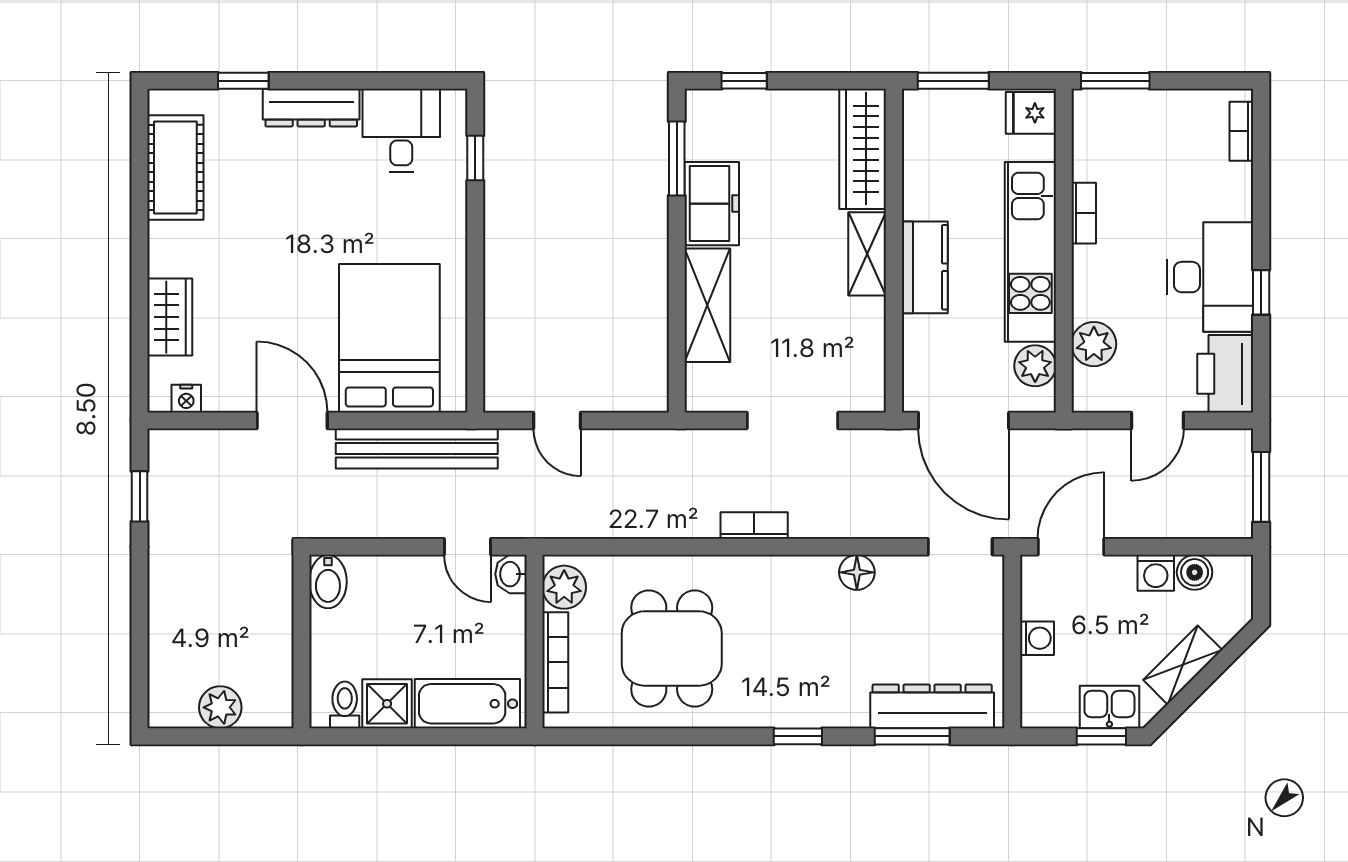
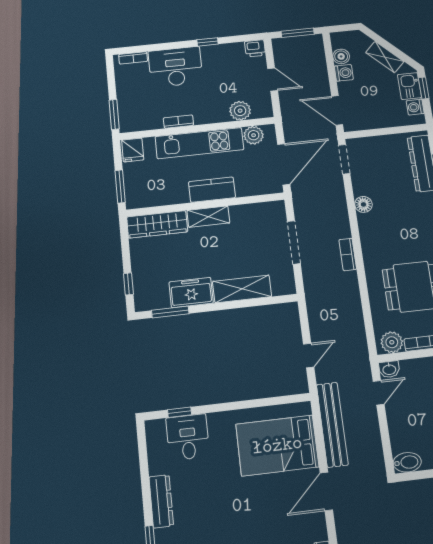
desk: (401, 130) -> (188, 437), moved, turned 90
desk: (1210, 277) -> (175, 67), moved
printer: (1225, 374) -> (255, 48), width x0.53, depth x0.68
washing machine: (1037, 638) -> (415, 107), moved, turned -90

